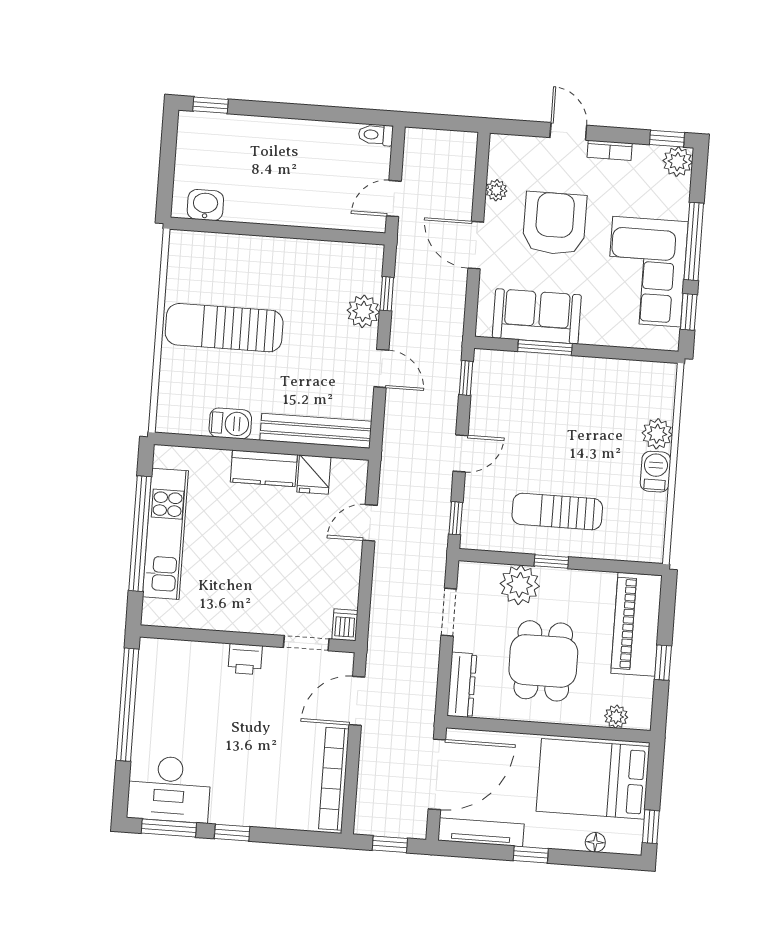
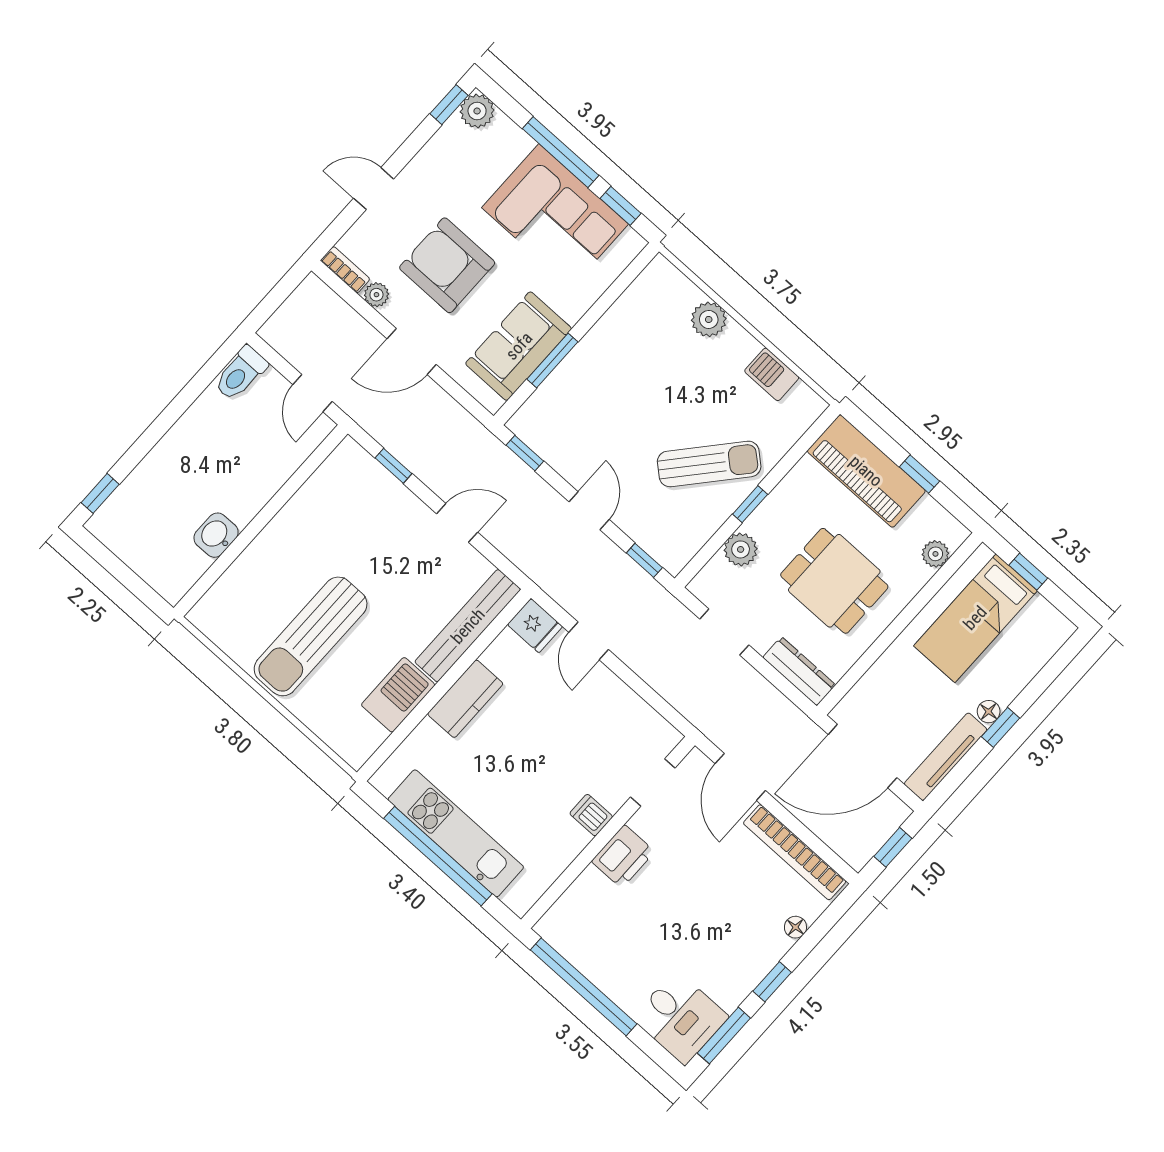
toilet: (376, 135) -> (241, 373), width x1.37, depth x1.39
bookcase: (610, 150) -> (345, 270), moved, turned -90
washbasin: (205, 205) -> (216, 535), moved
plant: (363, 311) -> (393, 499), removed
barbecue: (230, 423) -> (398, 695), width x1.38, depth x1.27
barbecue: (655, 472) -> (772, 374), moved
fridge: (314, 475) -> (535, 626), moved
sun lounger: (557, 512) -> (709, 464), turned -139
plant: (520, 585) -> (741, 549), width x0.73, depth x0.73
dishwasher: (345, 625) -> (591, 815), moved
printer: (245, 659) -> (623, 856), width x1.36, depth x1.24
door: (437, 774) -> (863, 756), swing flipped
bed: (593, 779) -> (975, 618), width x0.67
desk: (169, 789) -> (680, 1017), width x0.73
floor lamp: (282, 820) -> (795, 927), added
window: (651, 827) -> (1028, 572), moved
floor lamp: (595, 842) -> (989, 712), moved

